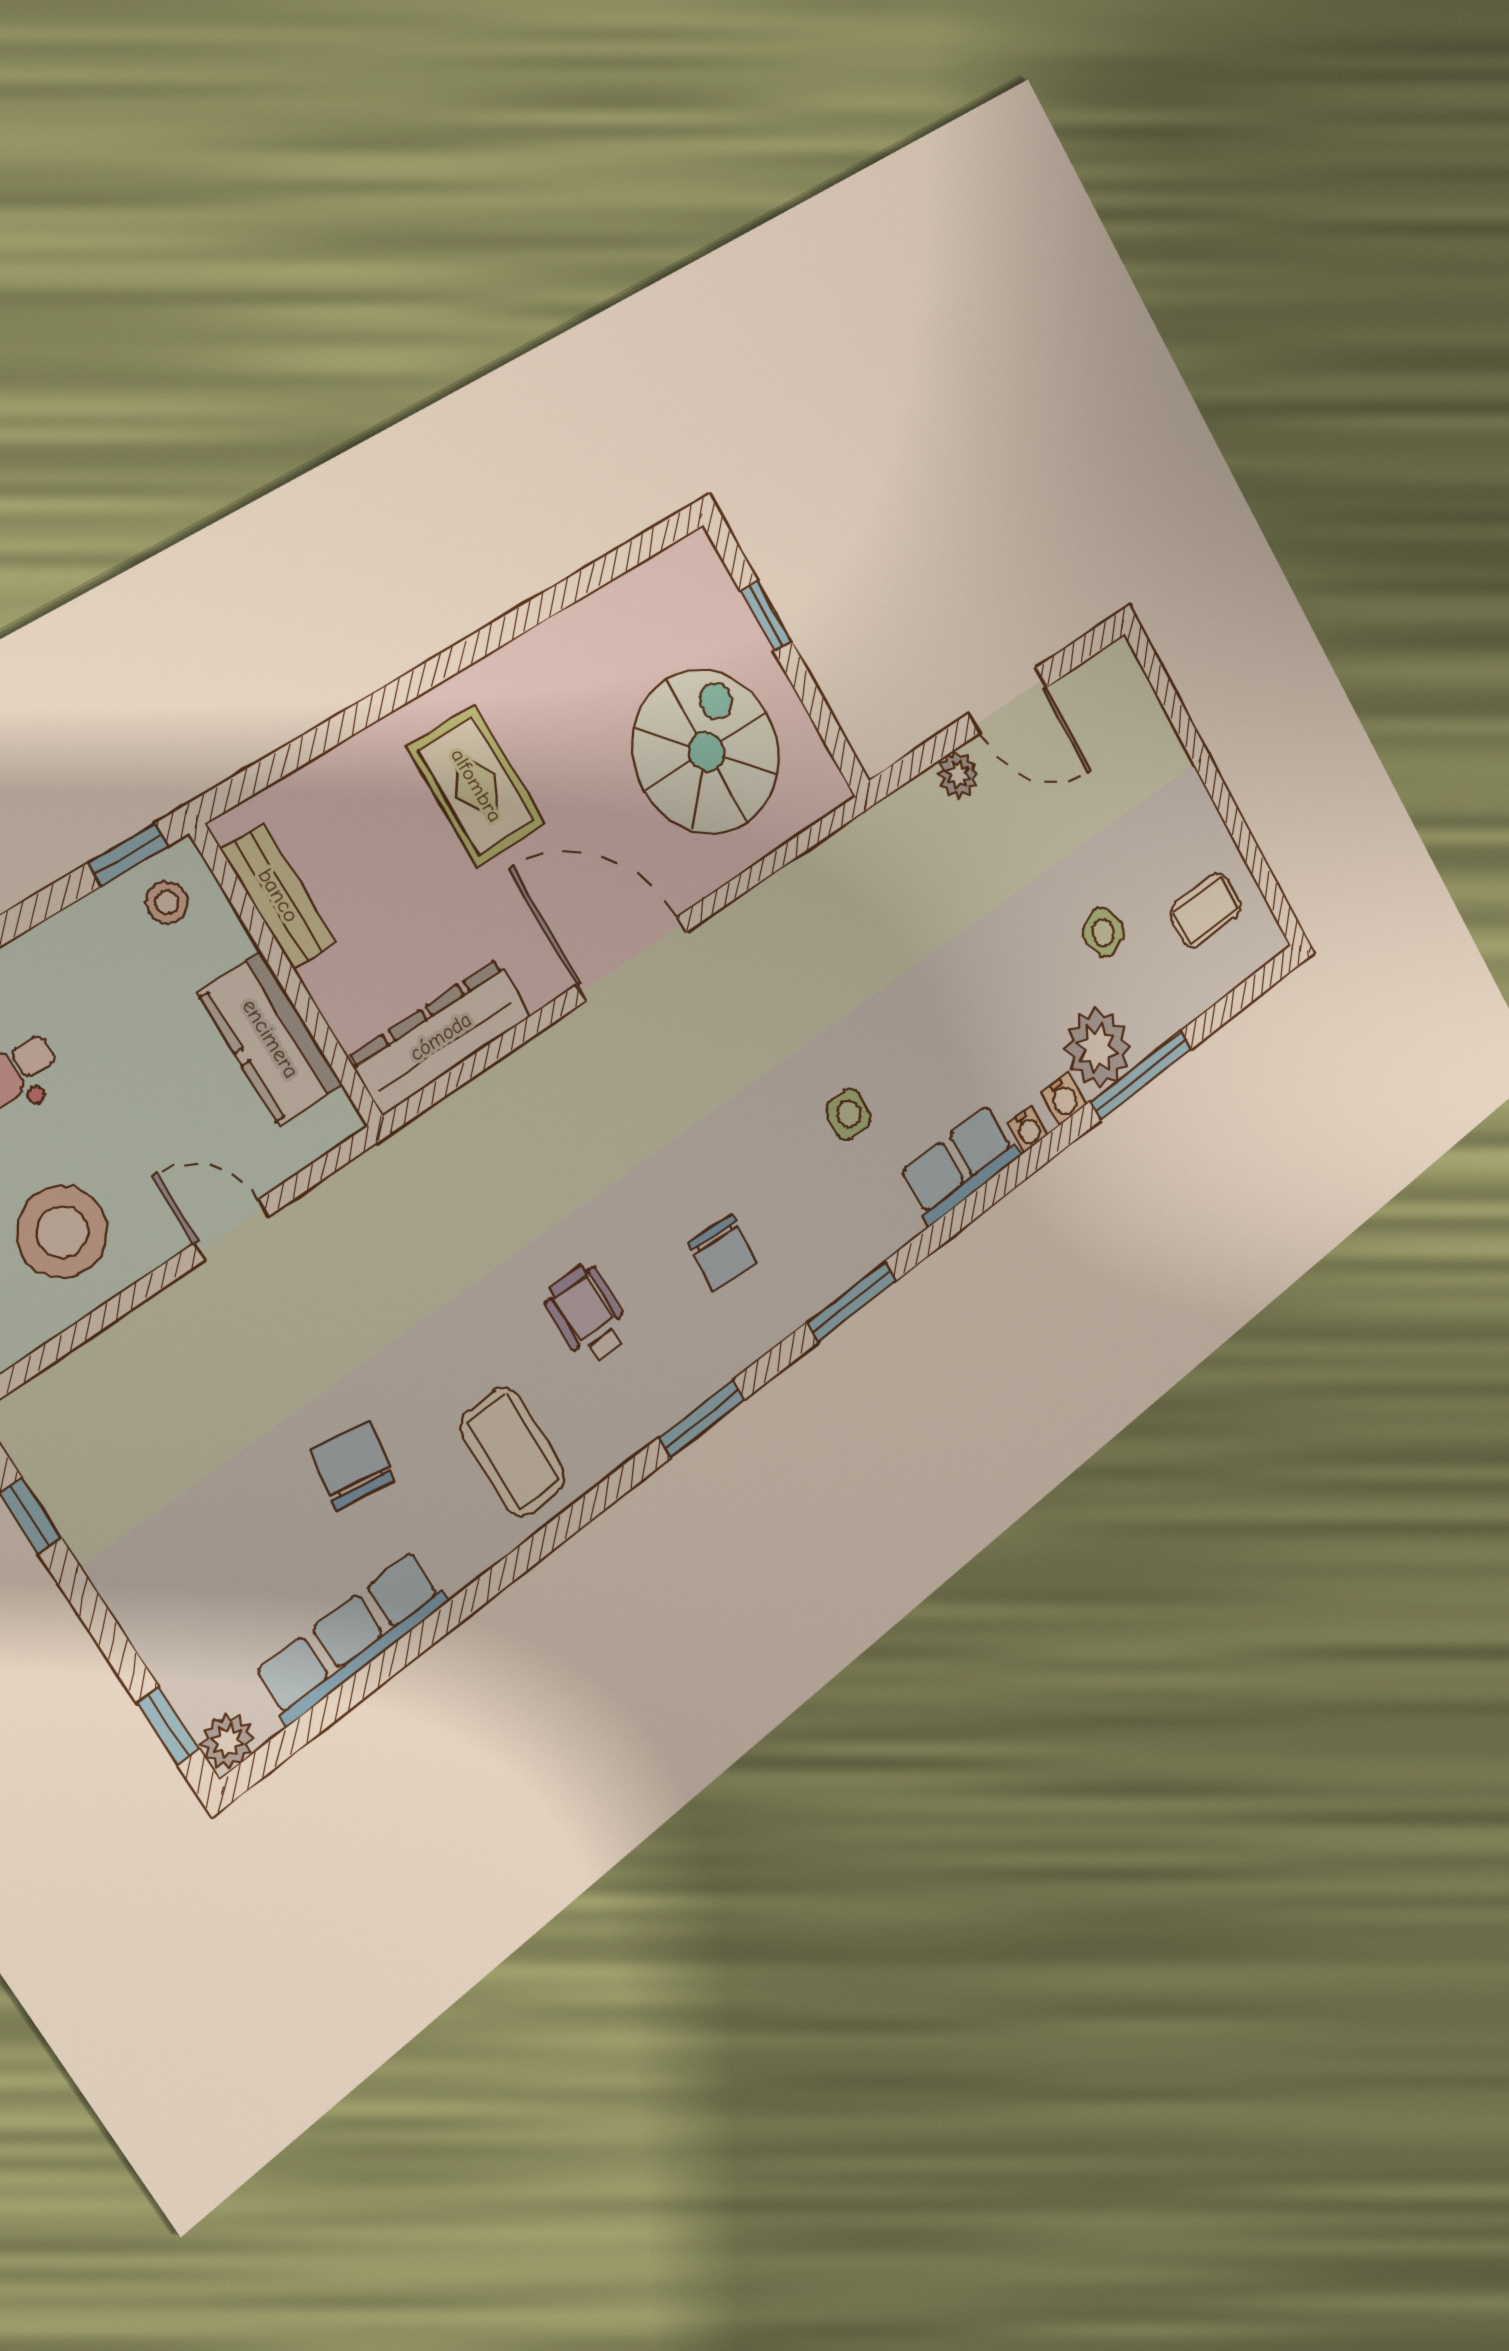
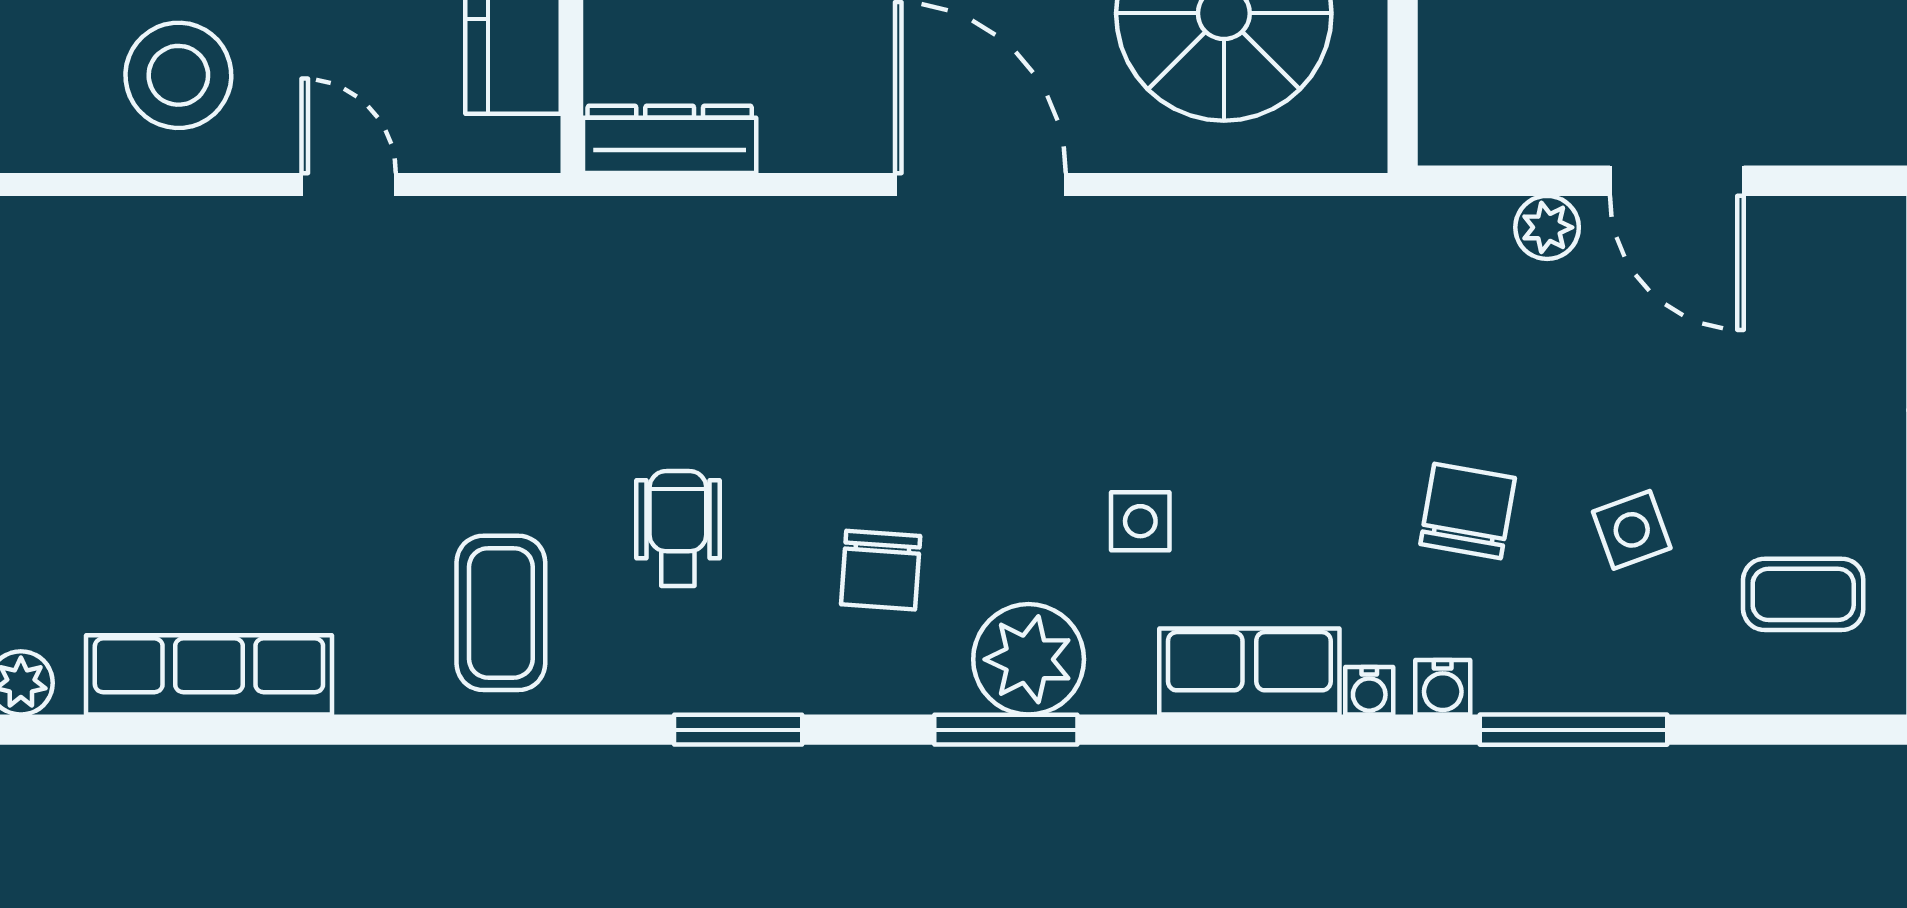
dresser: (441, 1037) -> (670, 139), width x0.73, depth x0.80
plant: (1098, 1048) -> (1029, 659), moved
chair: (353, 1465) -> (1468, 511), moved

